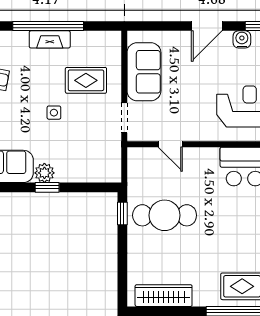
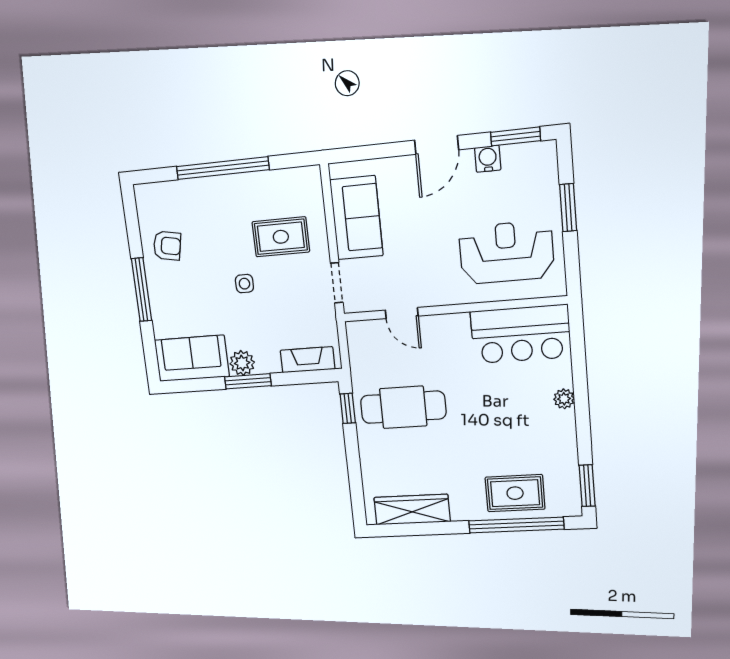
fireplace: (50, 39) -> (308, 360), moved, turned 180
window: (47, 187) -> (248, 381), width x1.50

